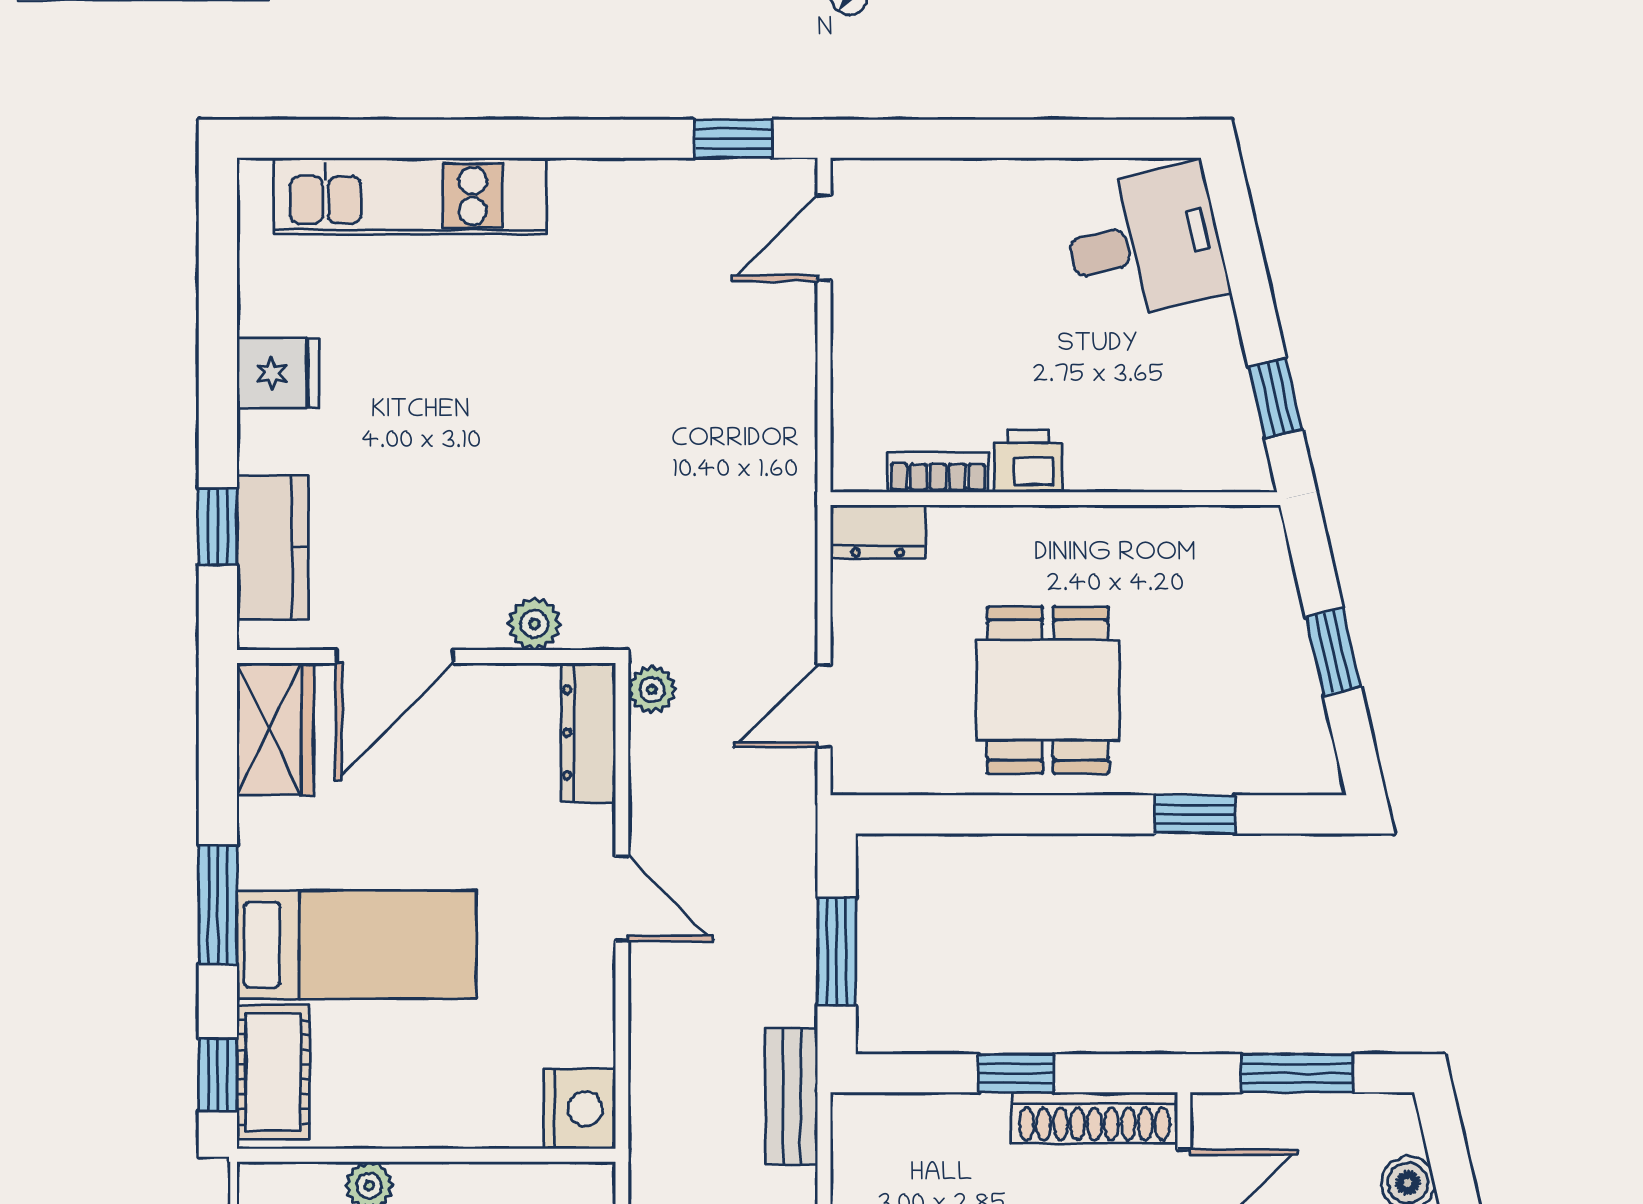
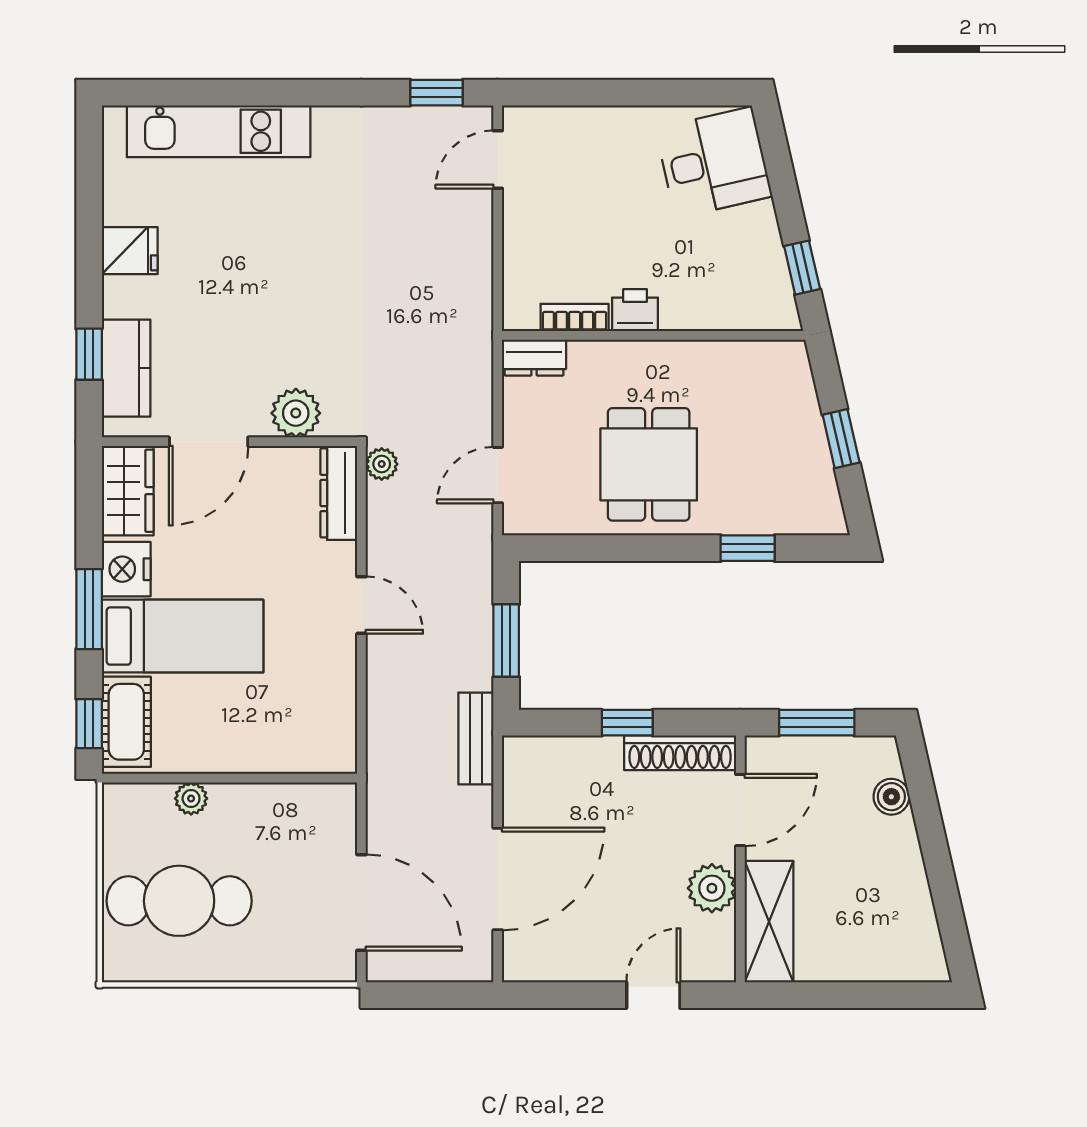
plant: (534, 624) -> (296, 413), width x1.38, depth x1.38
nightstand: (579, 1109) -> (126, 569), moved, turned 180

